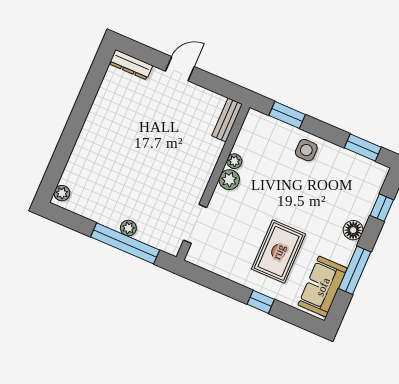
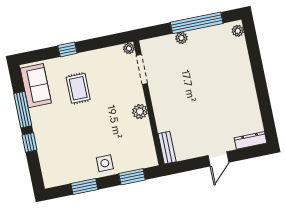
window: (363, 148) -> (84, 186), moved
plant: (234, 161) -> (129, 48), moved
window: (382, 208) -> (30, 143), moved
floor lamp: (353, 230) -> (41, 134), removed
window: (125, 243) -> (197, 23), moved
rug: (279, 252) -> (78, 88), width x0.73, depth x0.70

